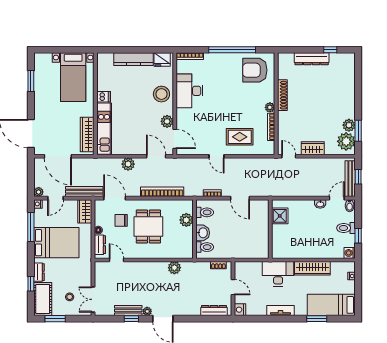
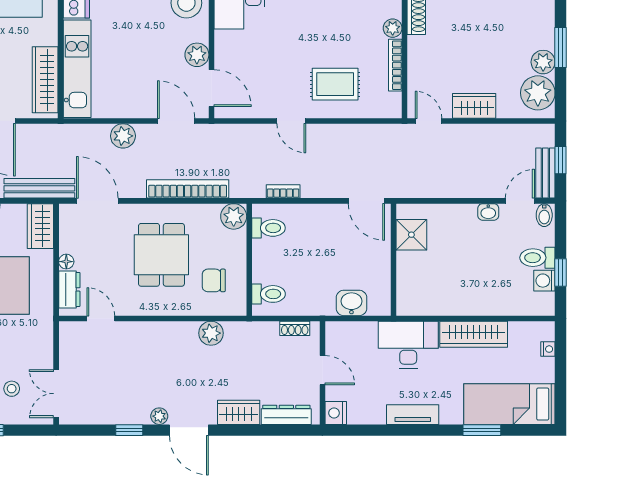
window: (358, 131) -> (561, 47), moved
bench: (350, 179) -> (545, 173), width x0.73
door: (240, 198) -> (366, 201), moved
chair: (121, 220) -> (214, 280), moved
plant: (186, 220) -> (234, 216), moved
washbasin: (203, 233) -> (351, 303), moved, turned -90
washing machine: (350, 253) -> (544, 281), moved
wardrobe: (189, 309) -> (239, 412), added
bench: (128, 311) -> (123, 415), removed

